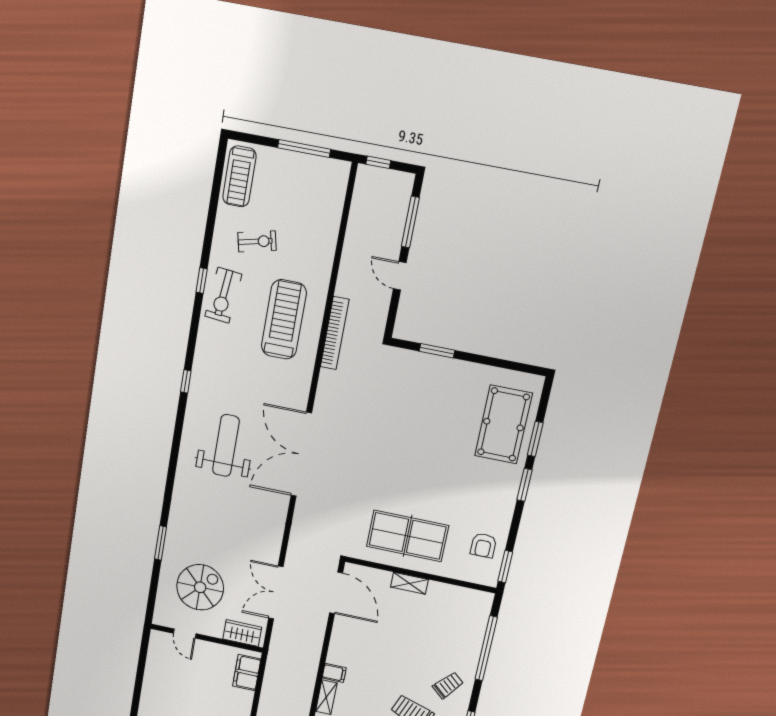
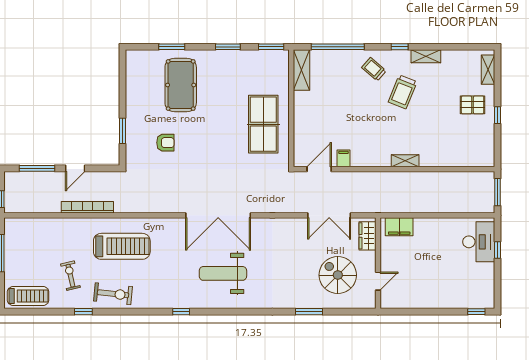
window: (202, 281) -> (83, 312), moved
treadmill: (284, 319) -> (122, 246), turned 180
bookcase: (335, 333) -> (87, 207), moved
pool table: (503, 425) -> (181, 85), moved, turned 90
window: (524, 485) -> (228, 47), moved
armchair: (483, 545) -> (165, 143), moved
shelving: (409, 583) -> (301, 70), moved, width x1.50, depth x1.33
door: (336, 593) -> (319, 169), width x0.73
filing cabinet: (334, 673) -> (344, 158), moved

